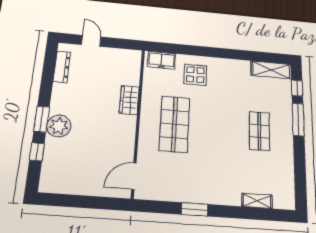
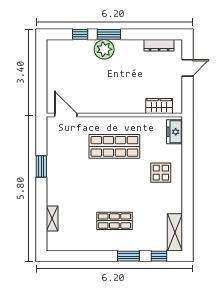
display table: (195, 75) -> (161, 173), moved
wardrobe: (129, 100) -> (159, 106), moved
window: (298, 119) -> (128, 256), width x0.69

